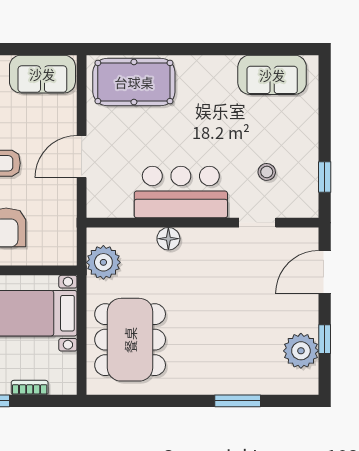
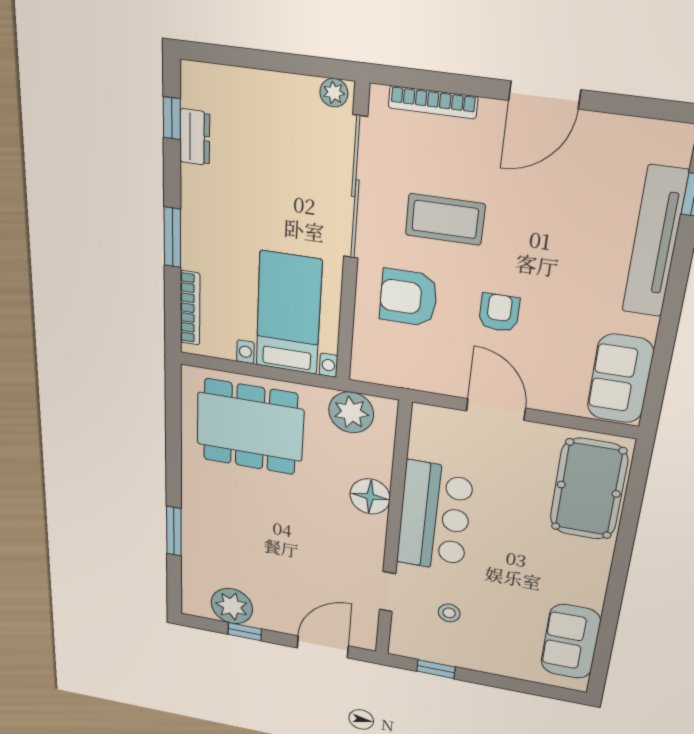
floor lamp: (168, 239) -> (370, 496), width x1.38, depth x1.38
door: (325, 272) -> (323, 647), hinge flipped
bookcase: (30, 388) -> (190, 308), width x1.56

